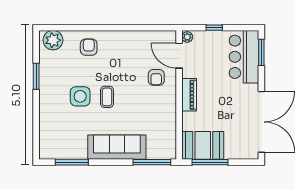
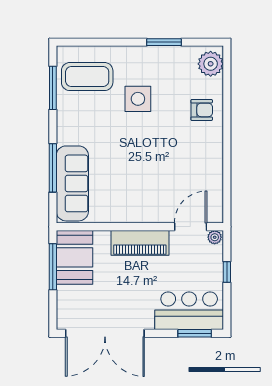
armchair: (156, 77) -> (162, 197), removed
piano: (189, 95) -> (140, 243), width x1.37, depth x1.33
coffee table: (107, 97) -> (87, 77), moved, width x1.86, depth x1.72
sofa: (117, 147) -> (72, 183), moved
window: (152, 162) -> (53, 168), moved

